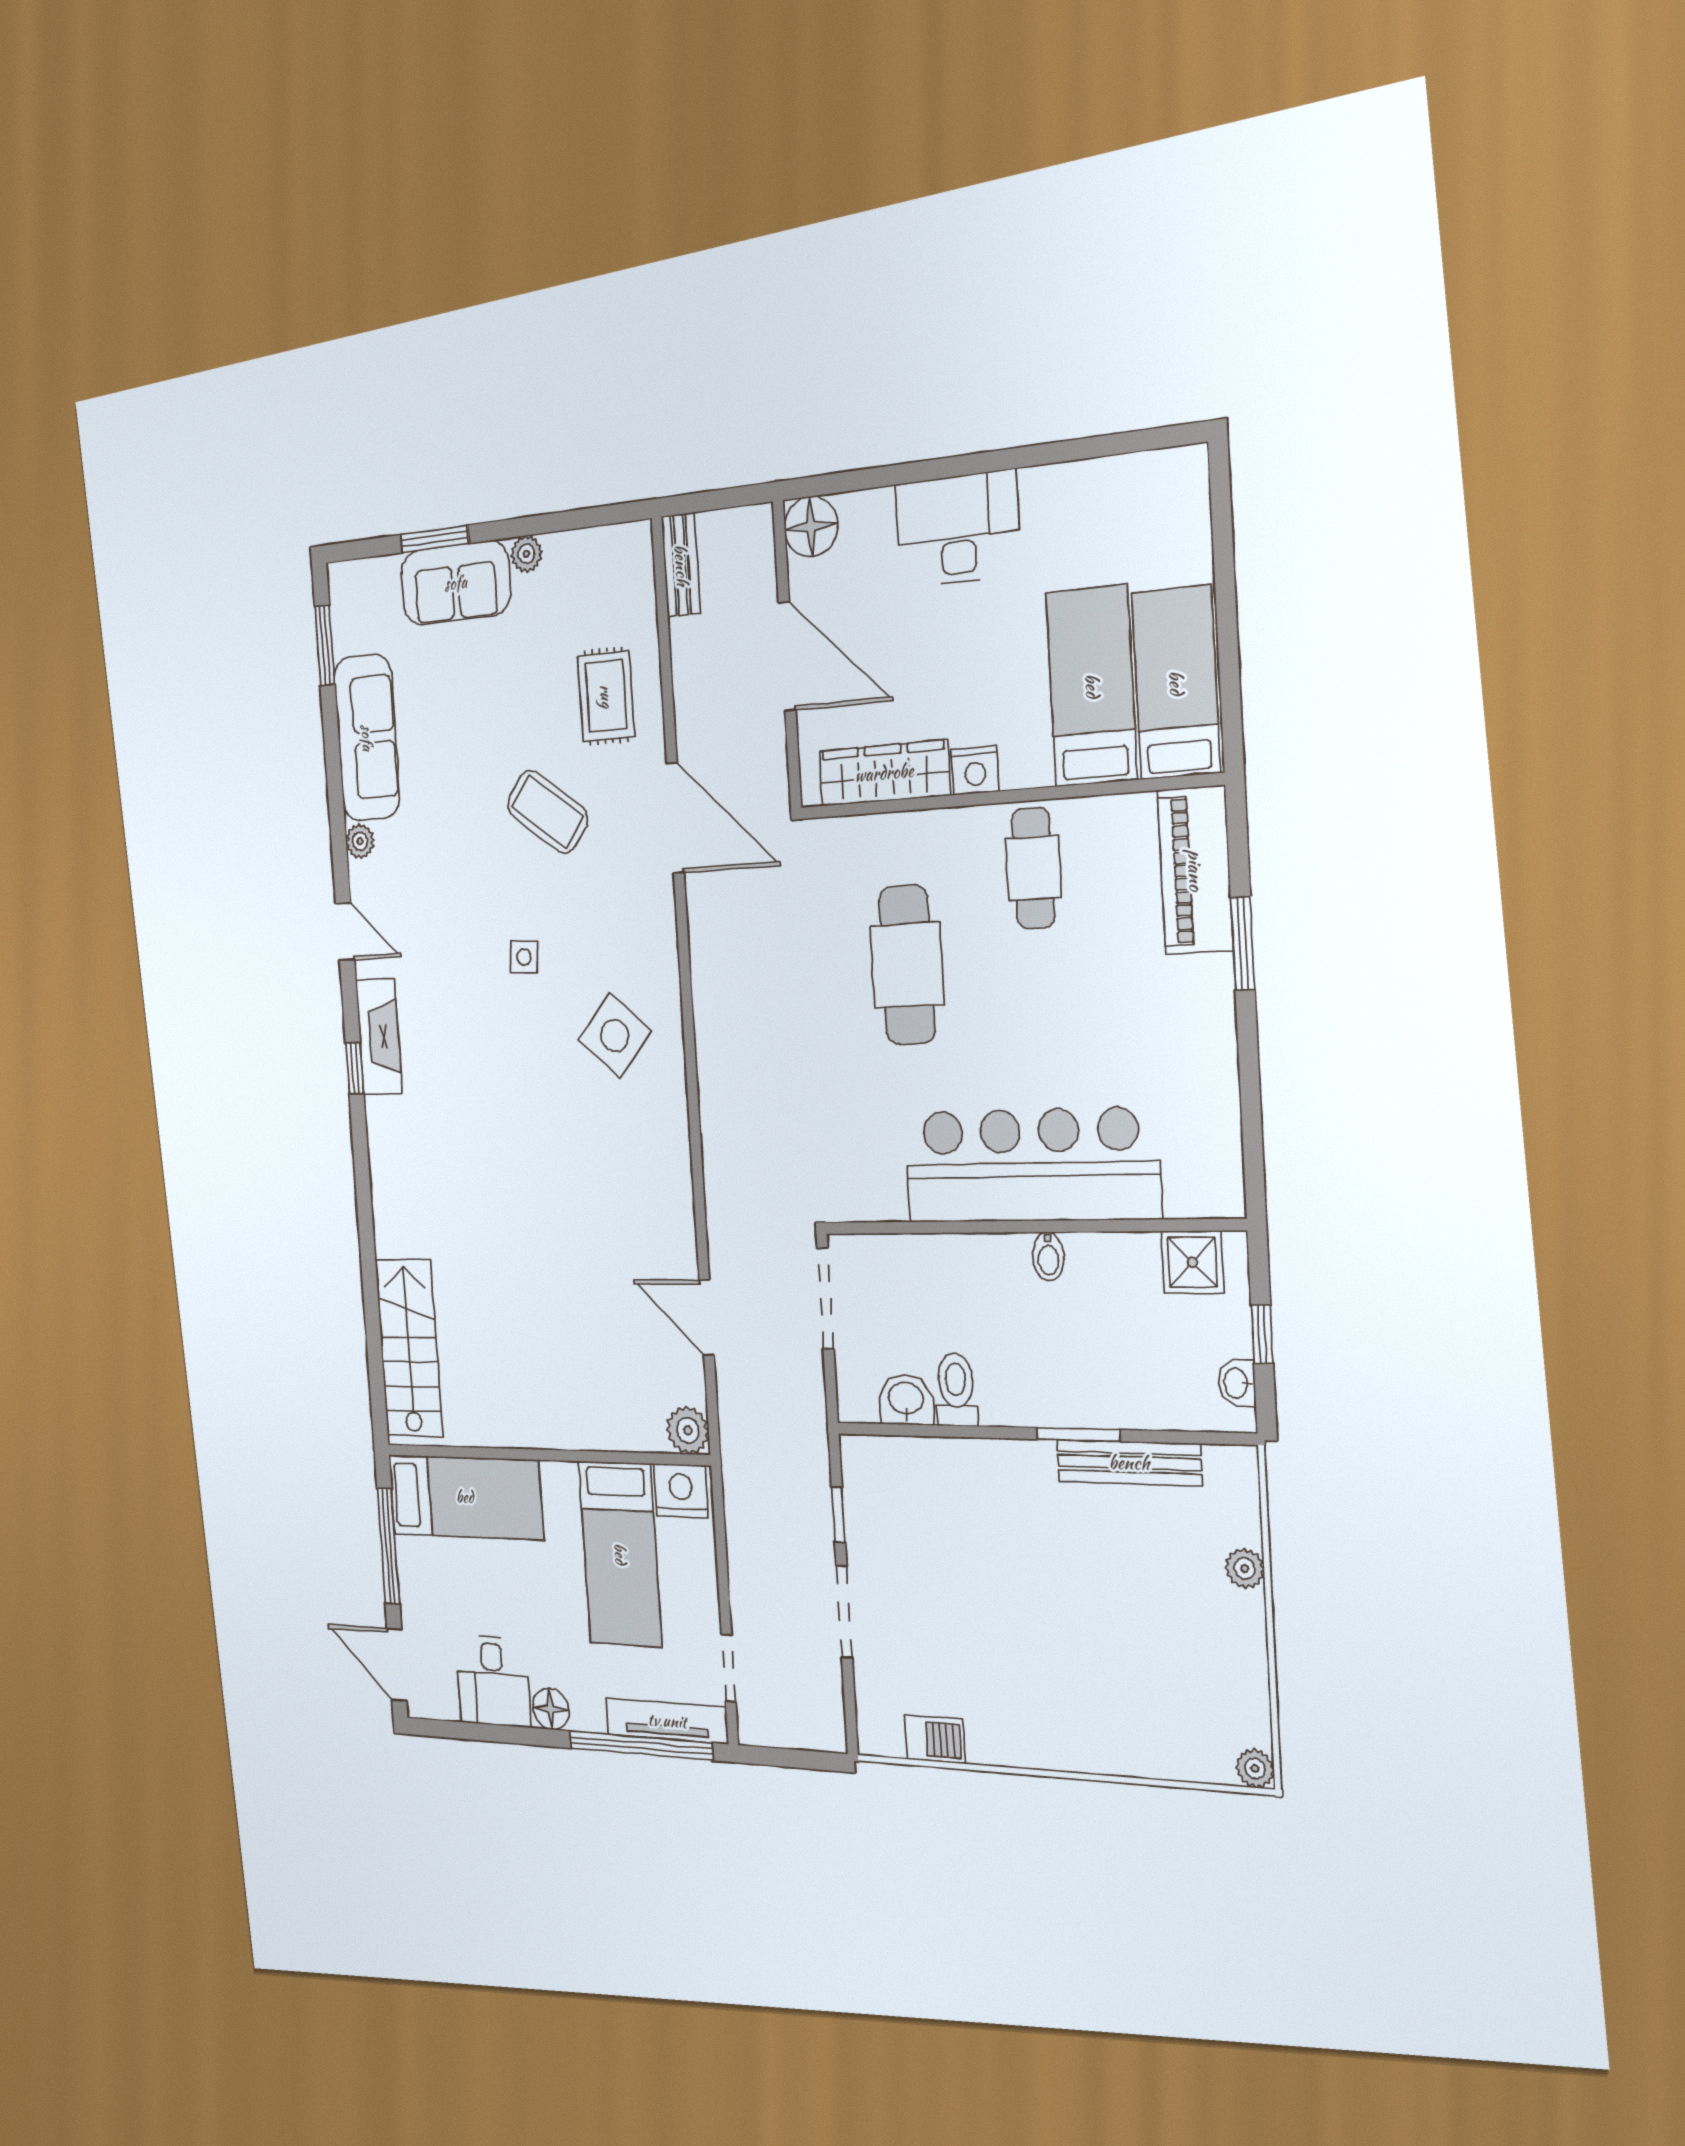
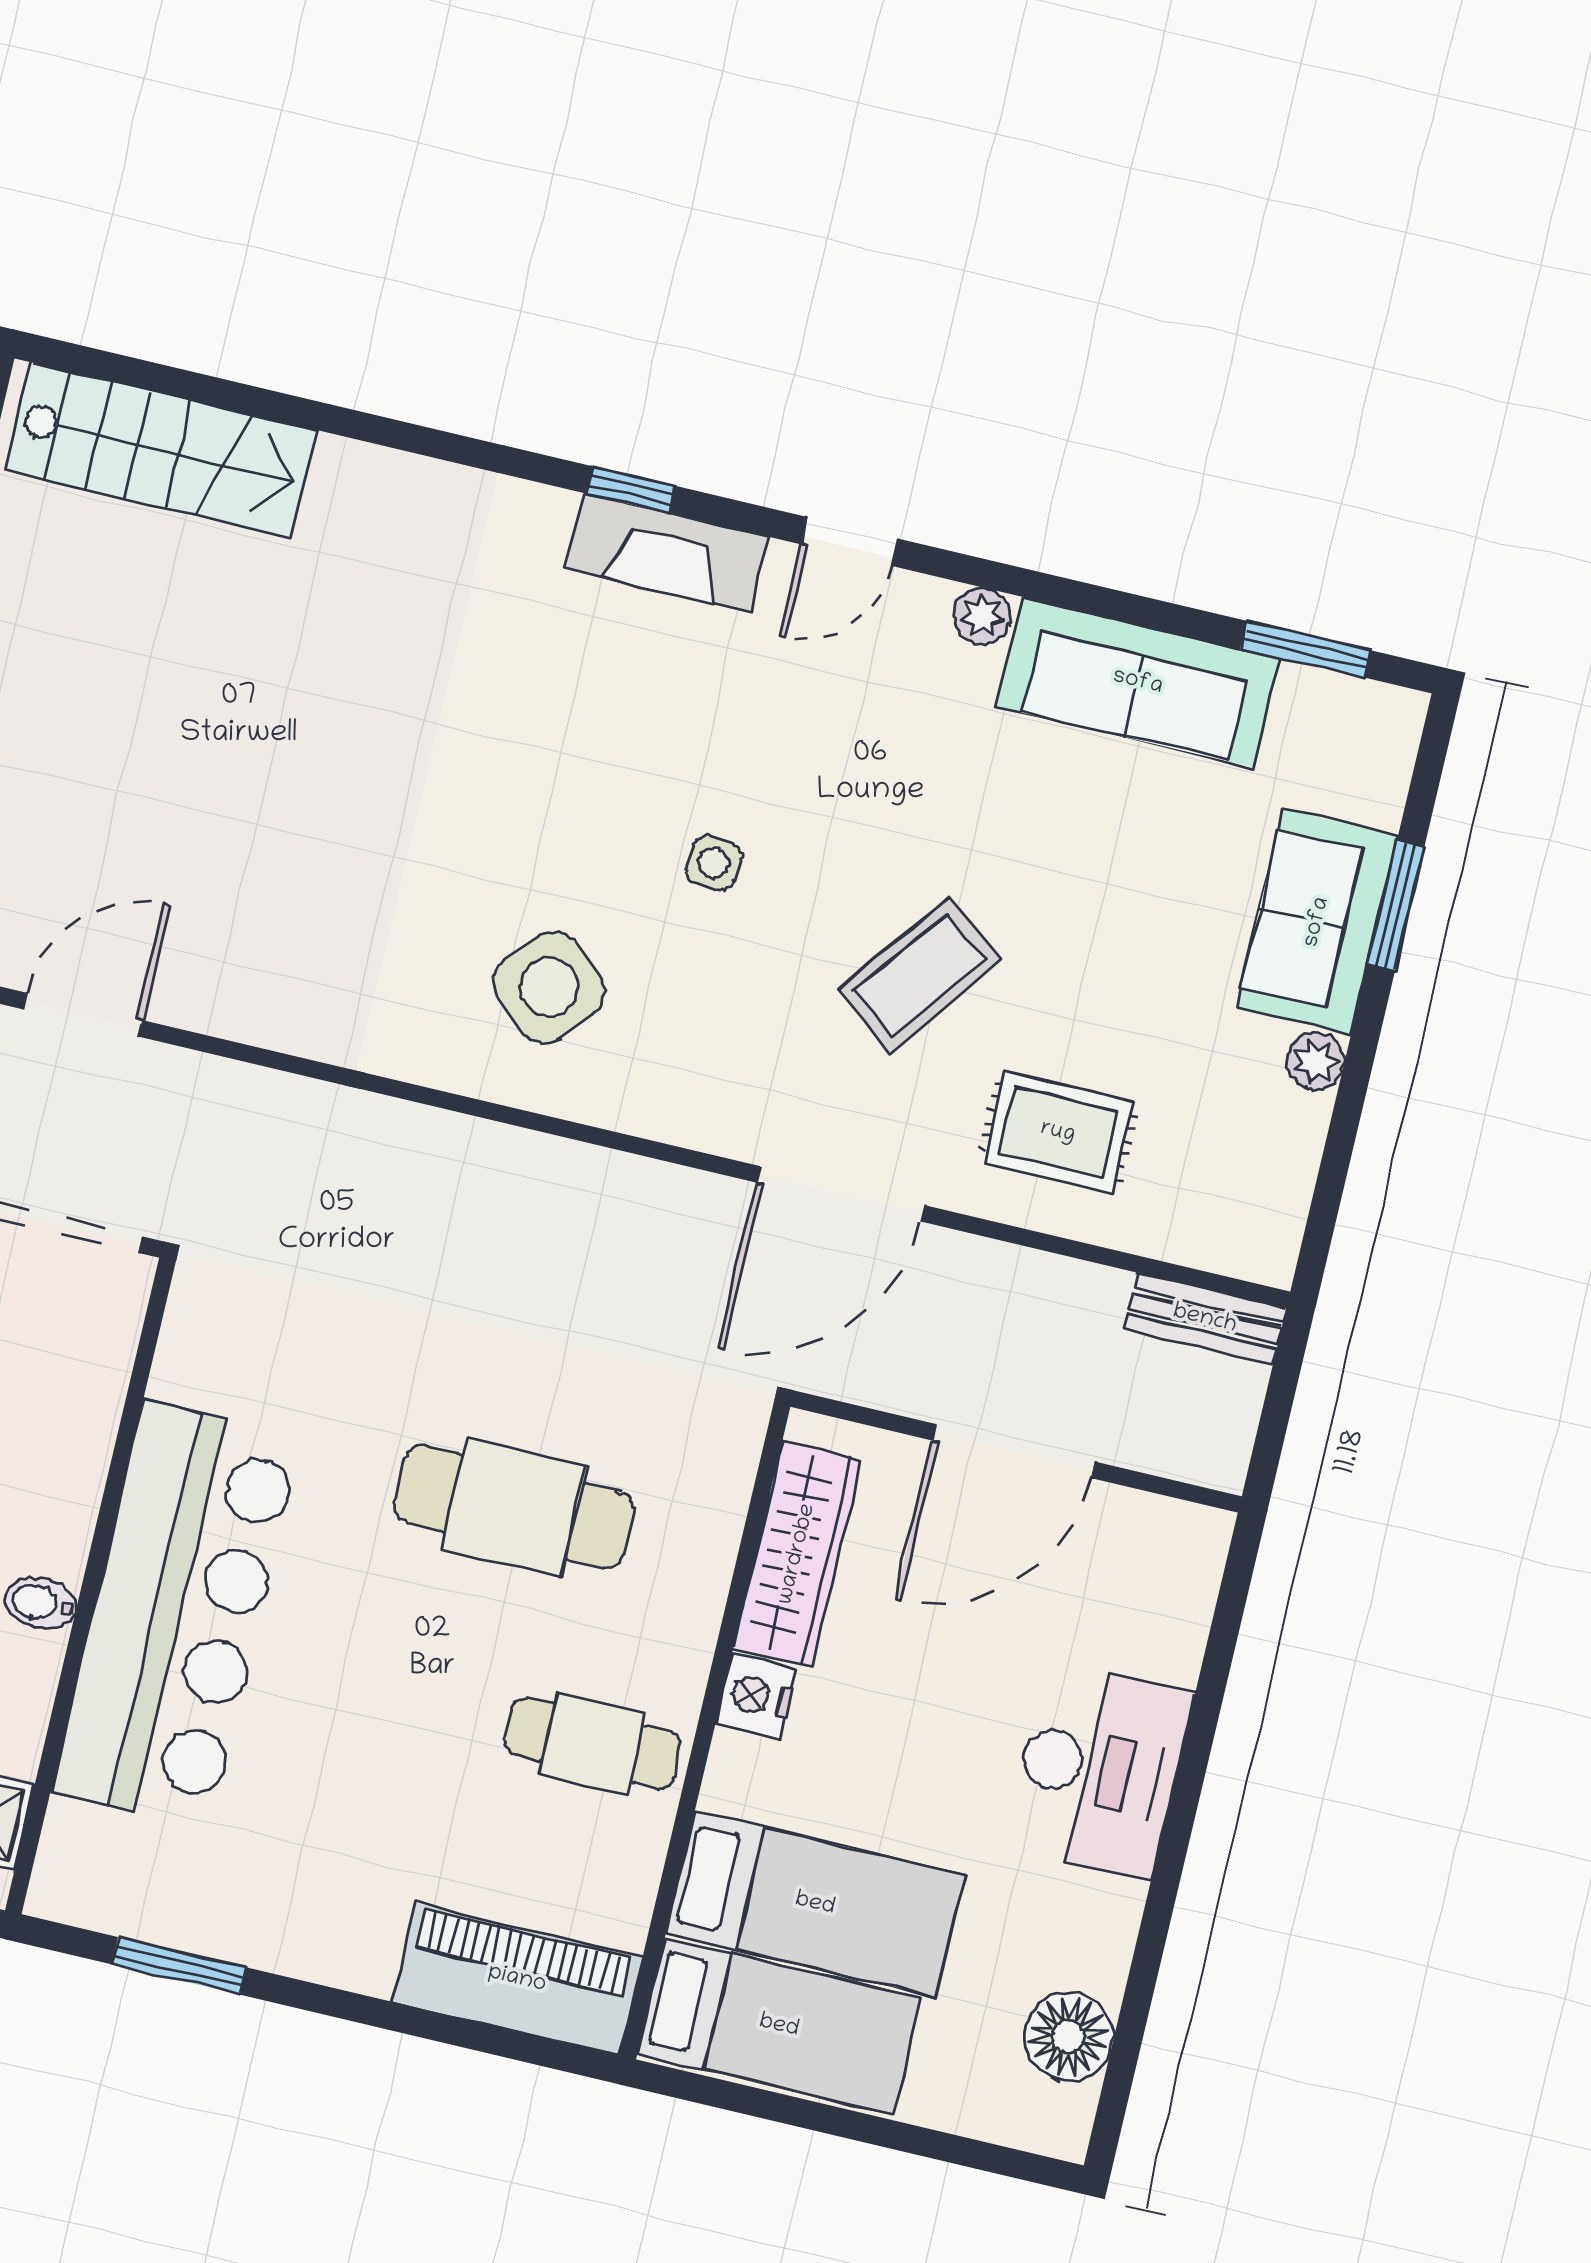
floor lamp: (811, 527) -> (1068, 2037), moved
window: (1243, 943) -> (179, 1966), moved

